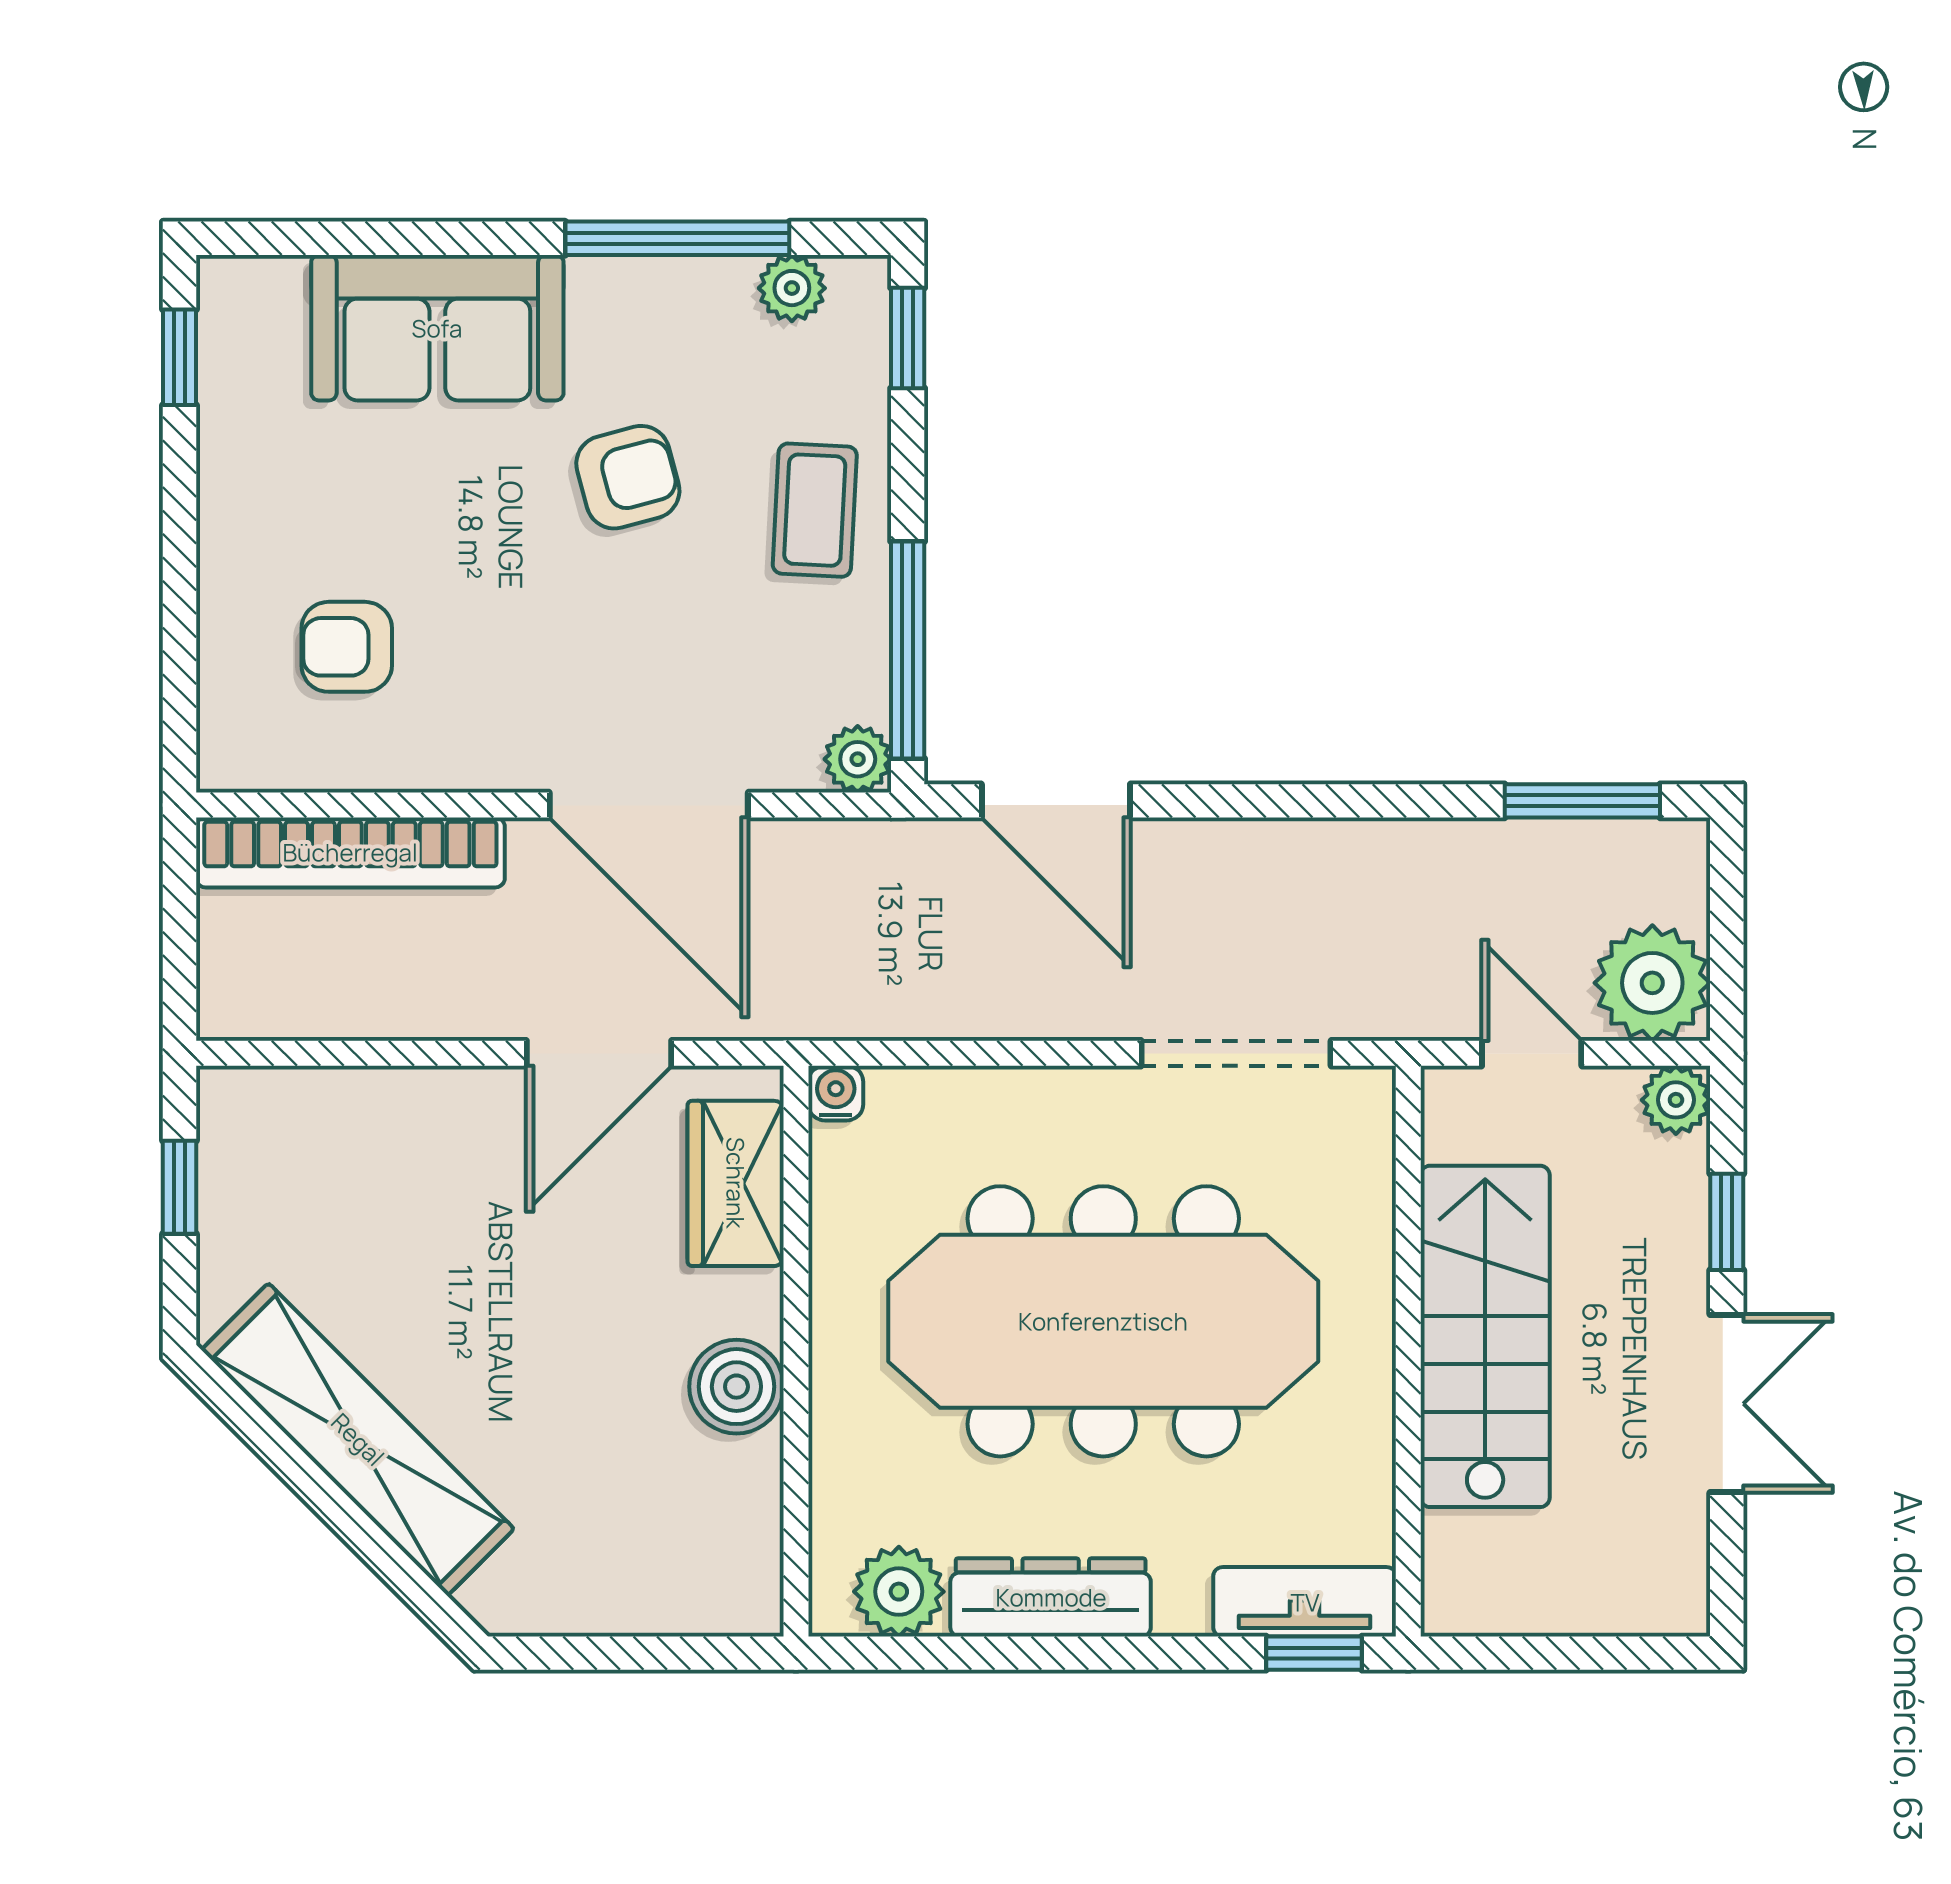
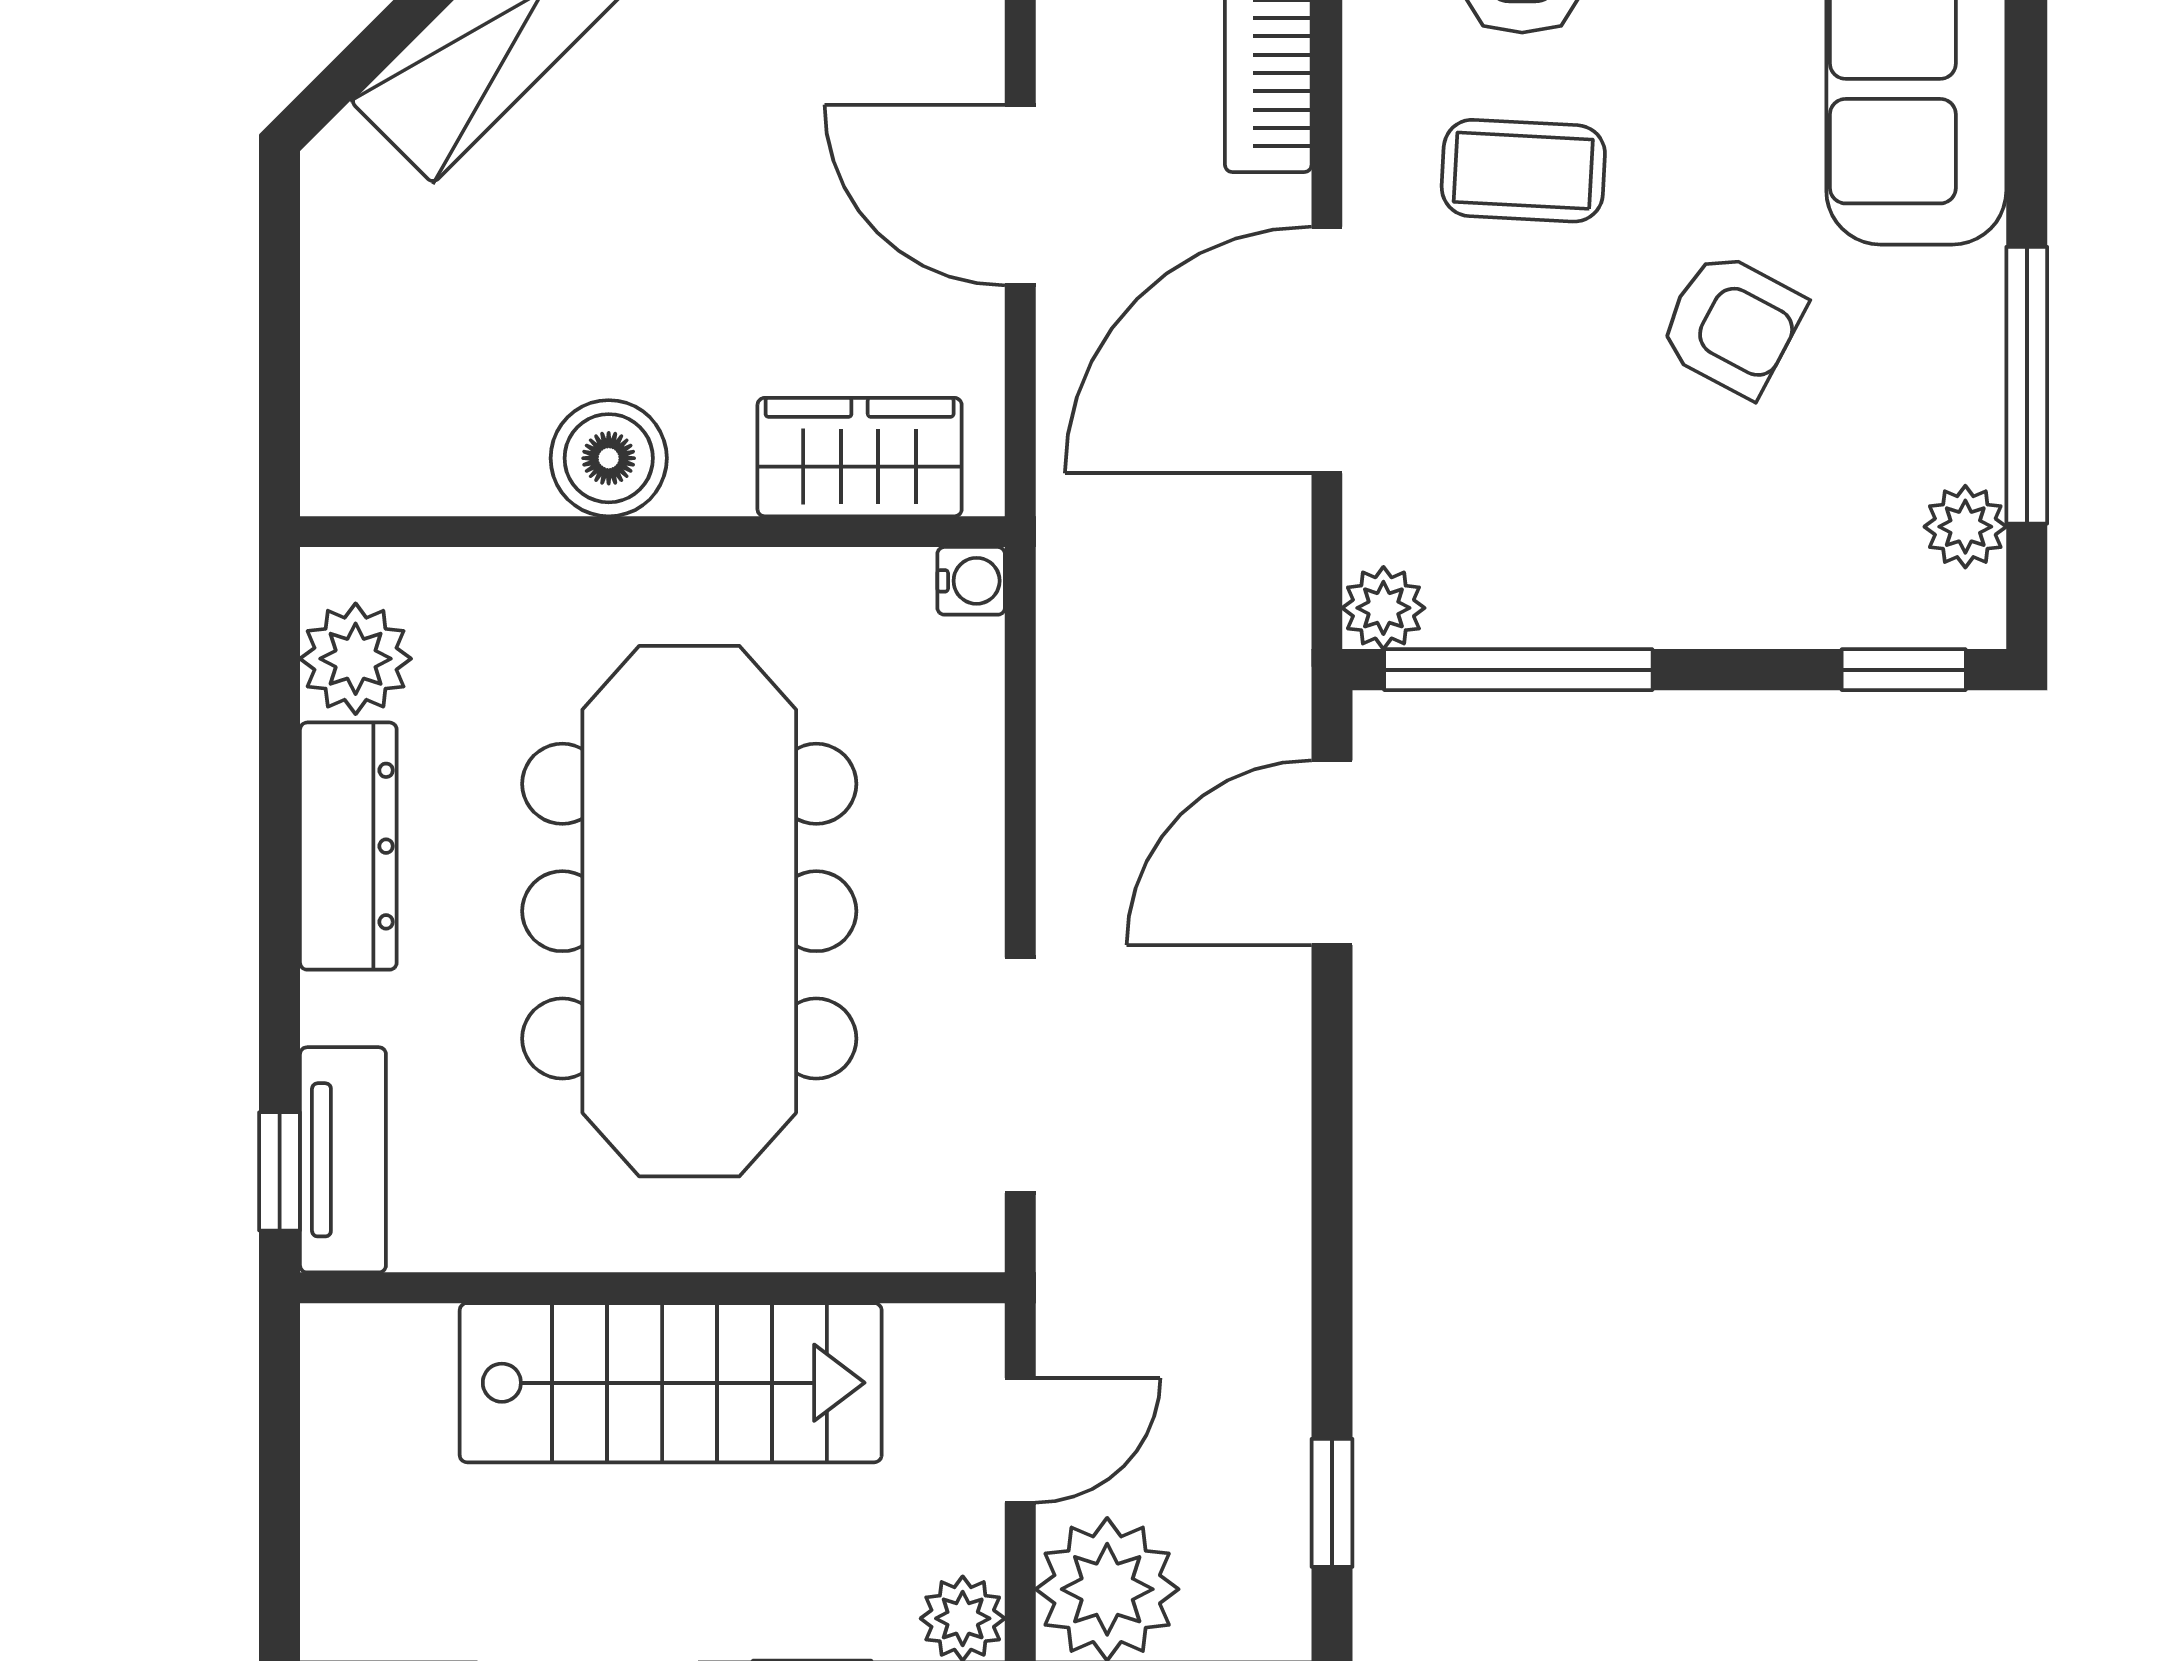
armchair: (628, 477) -> (1732, 324), turned -47
coffee table: (815, 510) -> (1523, 171), moved
window: (1582, 801) -> (1332, 1503), width x0.67
door: (599, 1053) -> (1020, 195), moved

